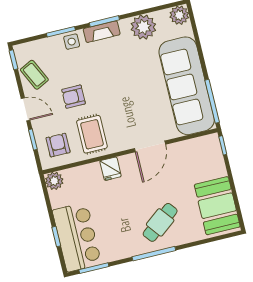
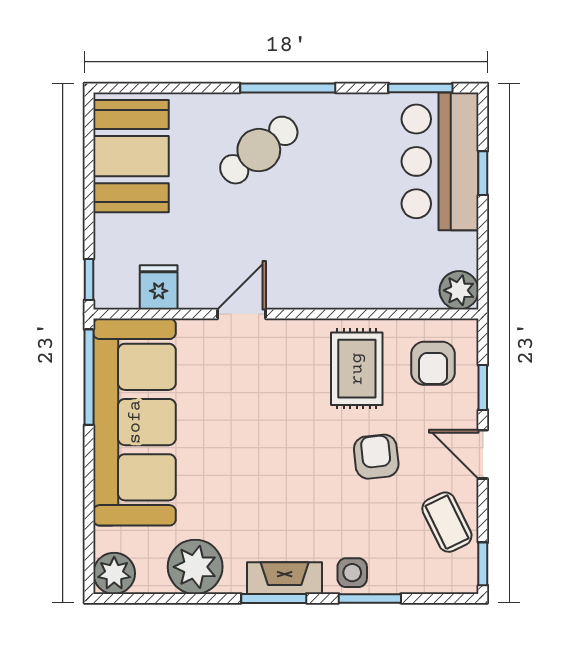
armchair: (74, 97) -> (376, 457), turned -96
door: (150, 146) -> (242, 314), width x0.73
fridge: (111, 169) -> (159, 287), moved

